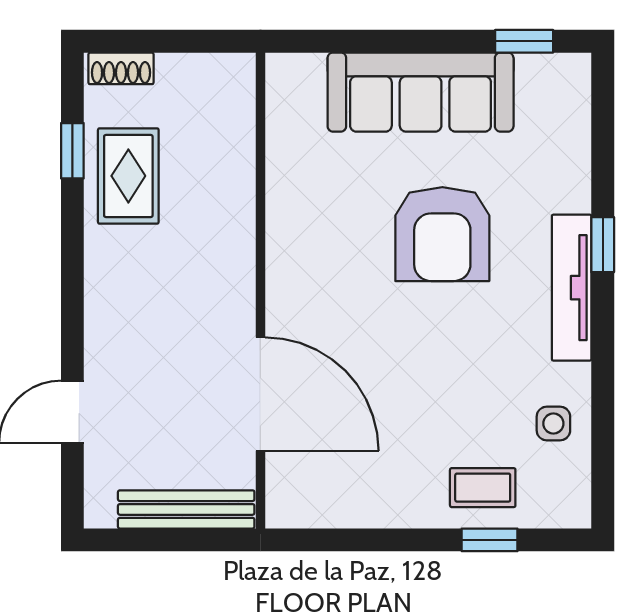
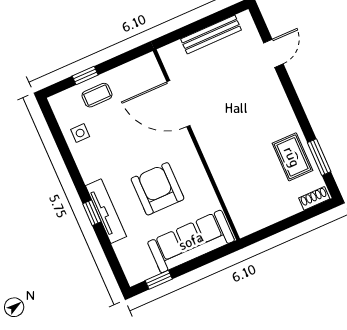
window: (72, 151) -> (319, 157), width x1.50
tv unit: (572, 288) -> (106, 211), moved
wall: (260, 291) -> (196, 145), moved
door: (260, 394) -> (178, 104), moved

